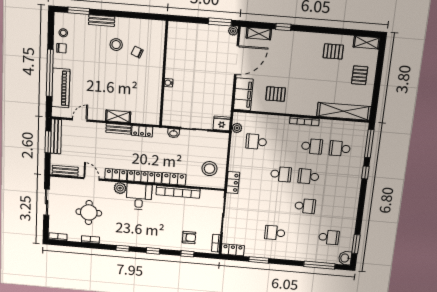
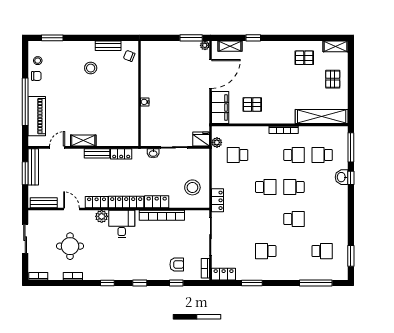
bench: (102, 21) -> (108, 46), moved
chair: (137, 52) -> (129, 56), moved
shelving: (118, 116) -> (83, 141), moved
washbasin: (345, 258) -> (342, 177), moved

